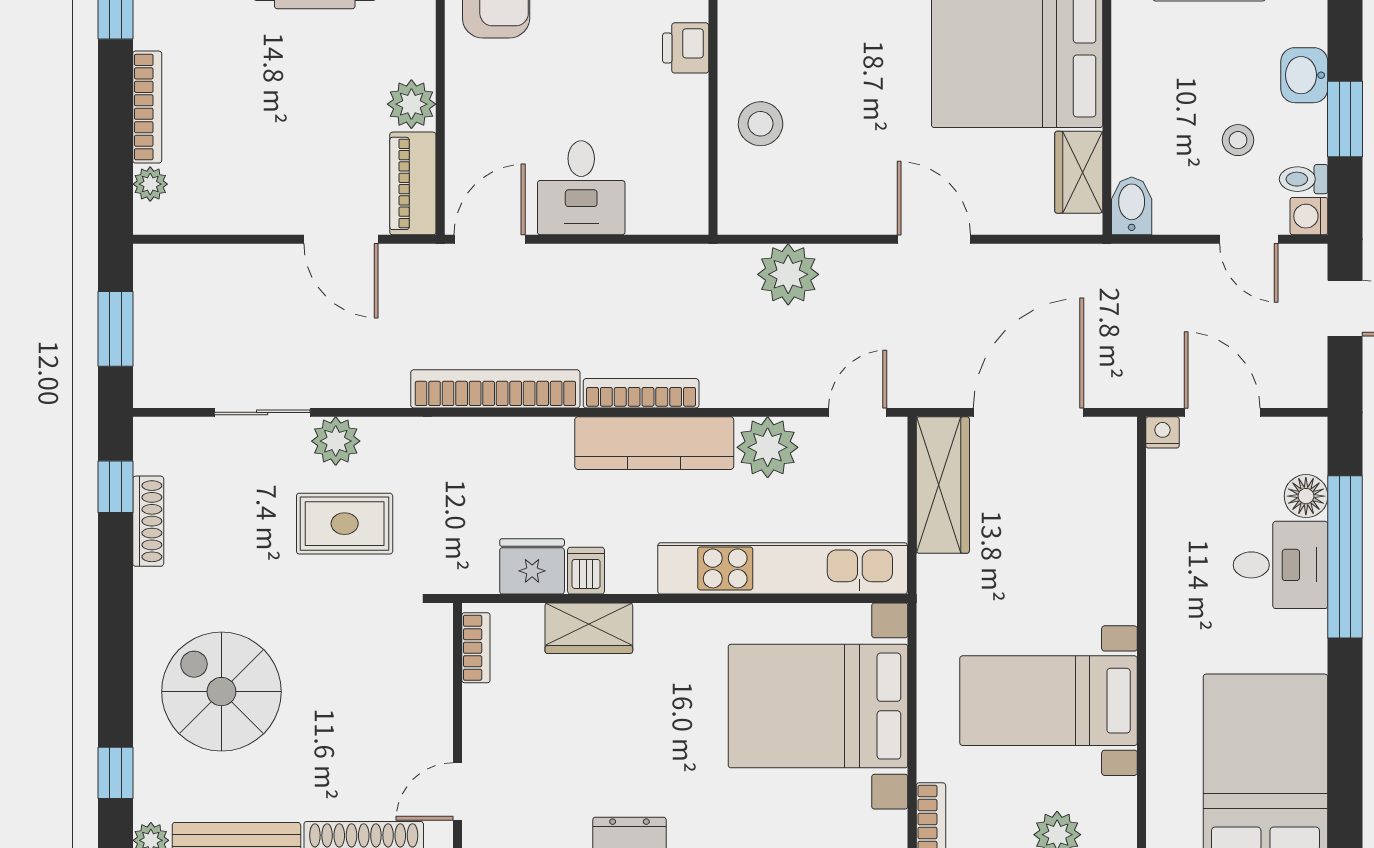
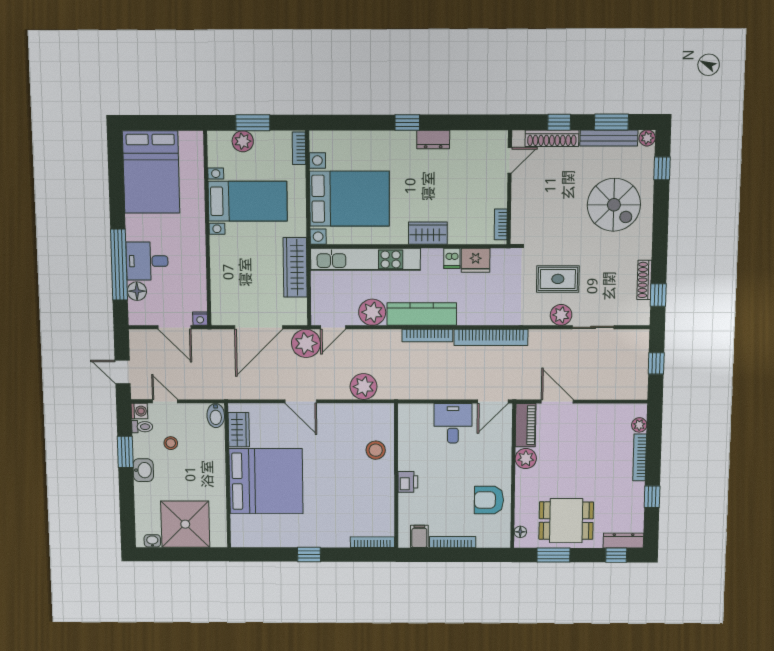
window: (116, 329) -> (656, 363), width x0.67
plant: (920, 375) -> (306, 343), added
wardrobe: (943, 485) -> (295, 267), moved
wardrobe: (589, 628) -> (428, 233), moved

